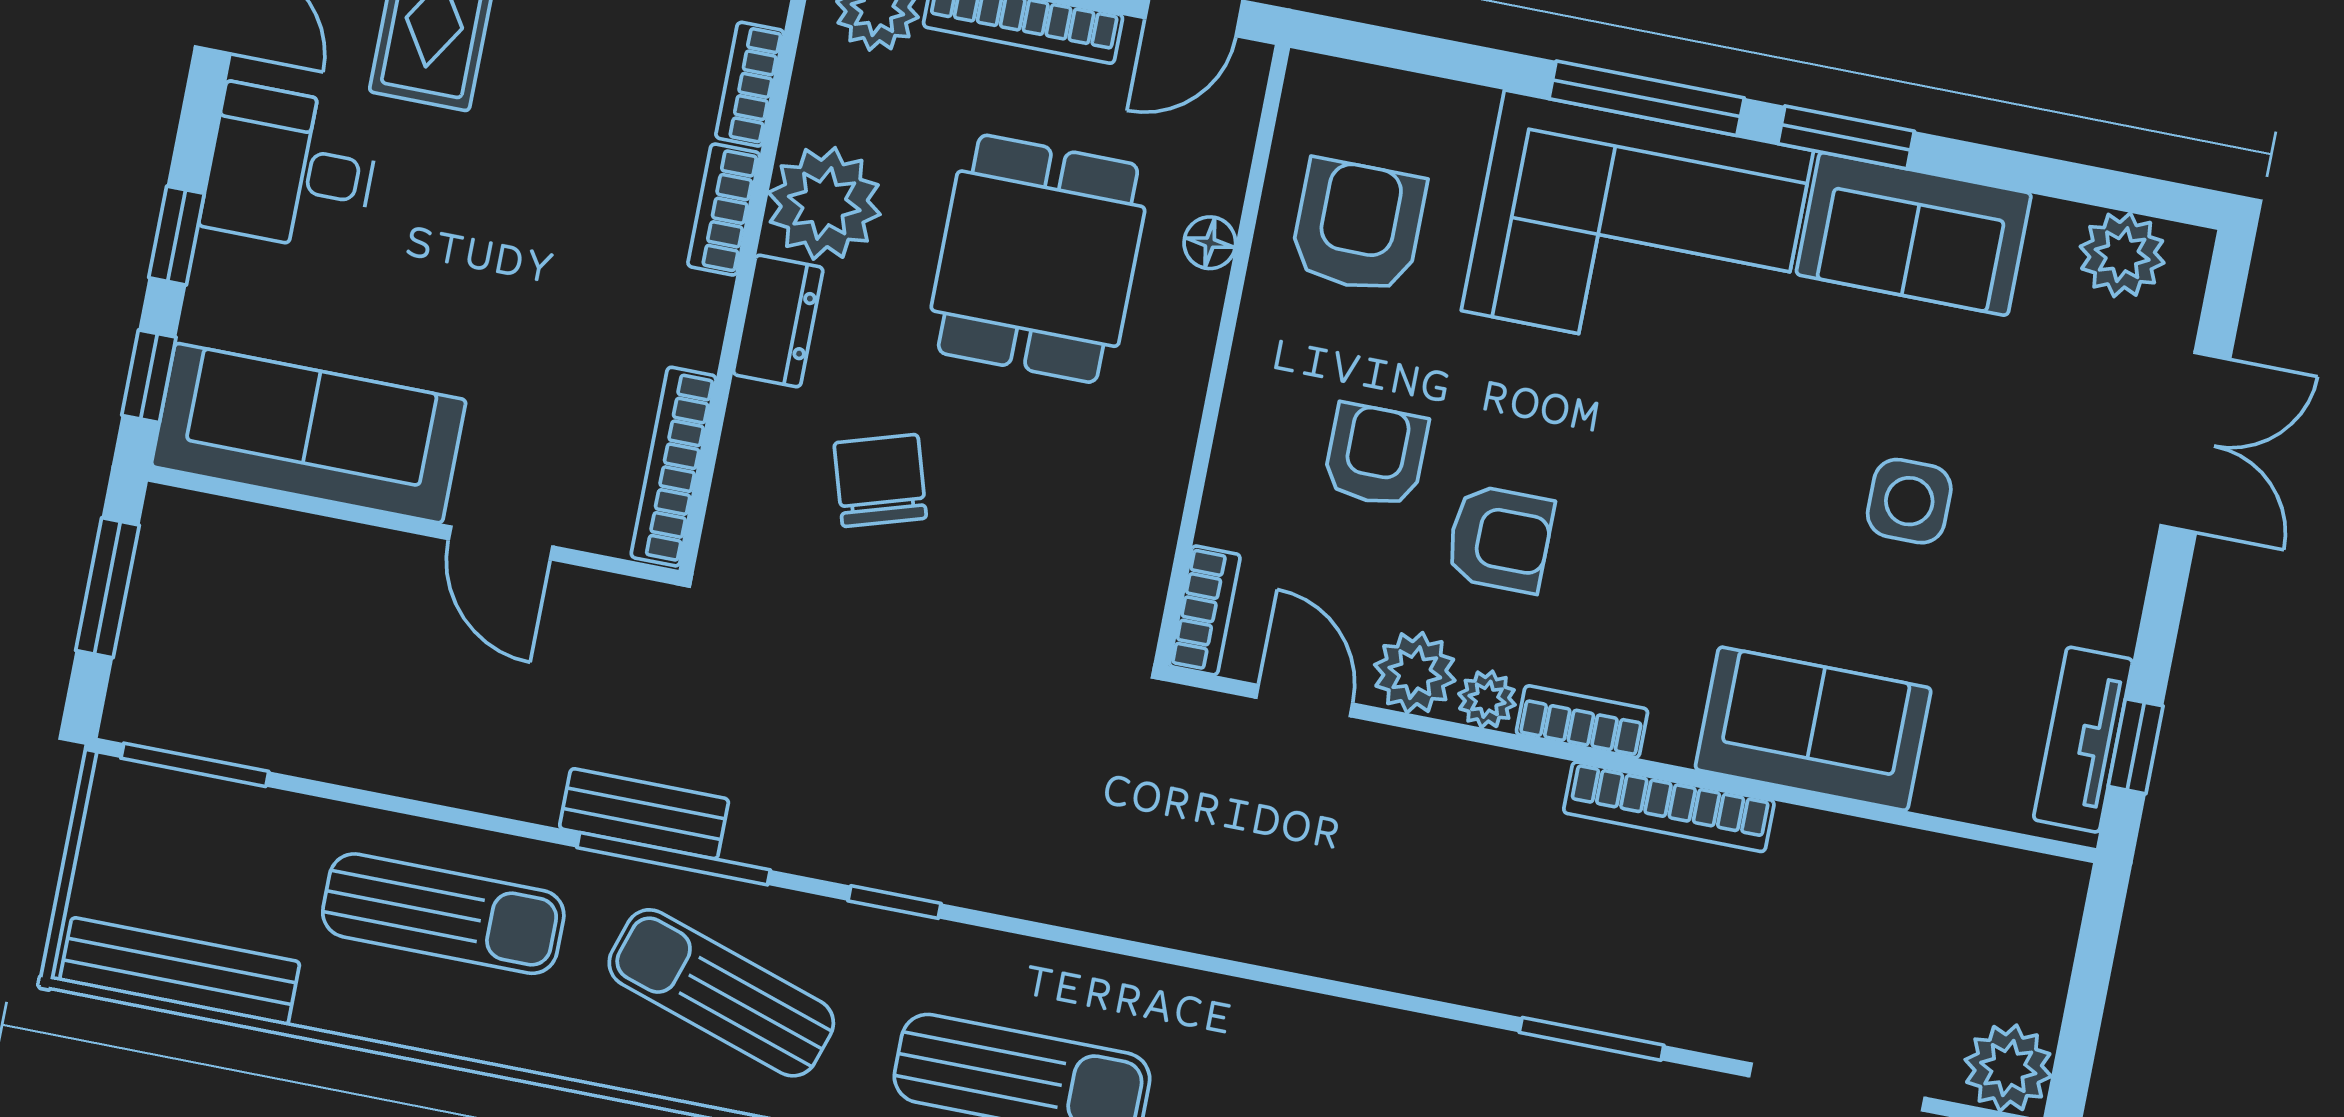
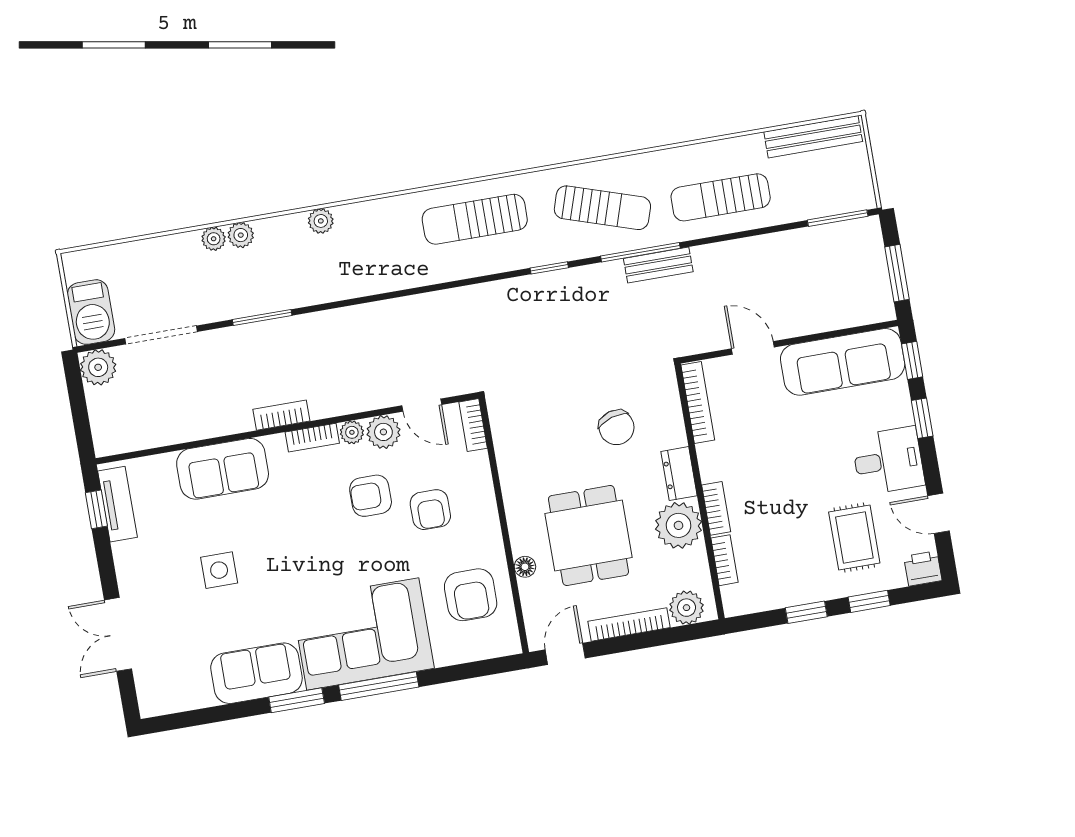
plant: (2122, 255) -> (174, 696), removed
bookcase: (1669, 807) -> (281, 415), width x0.64

